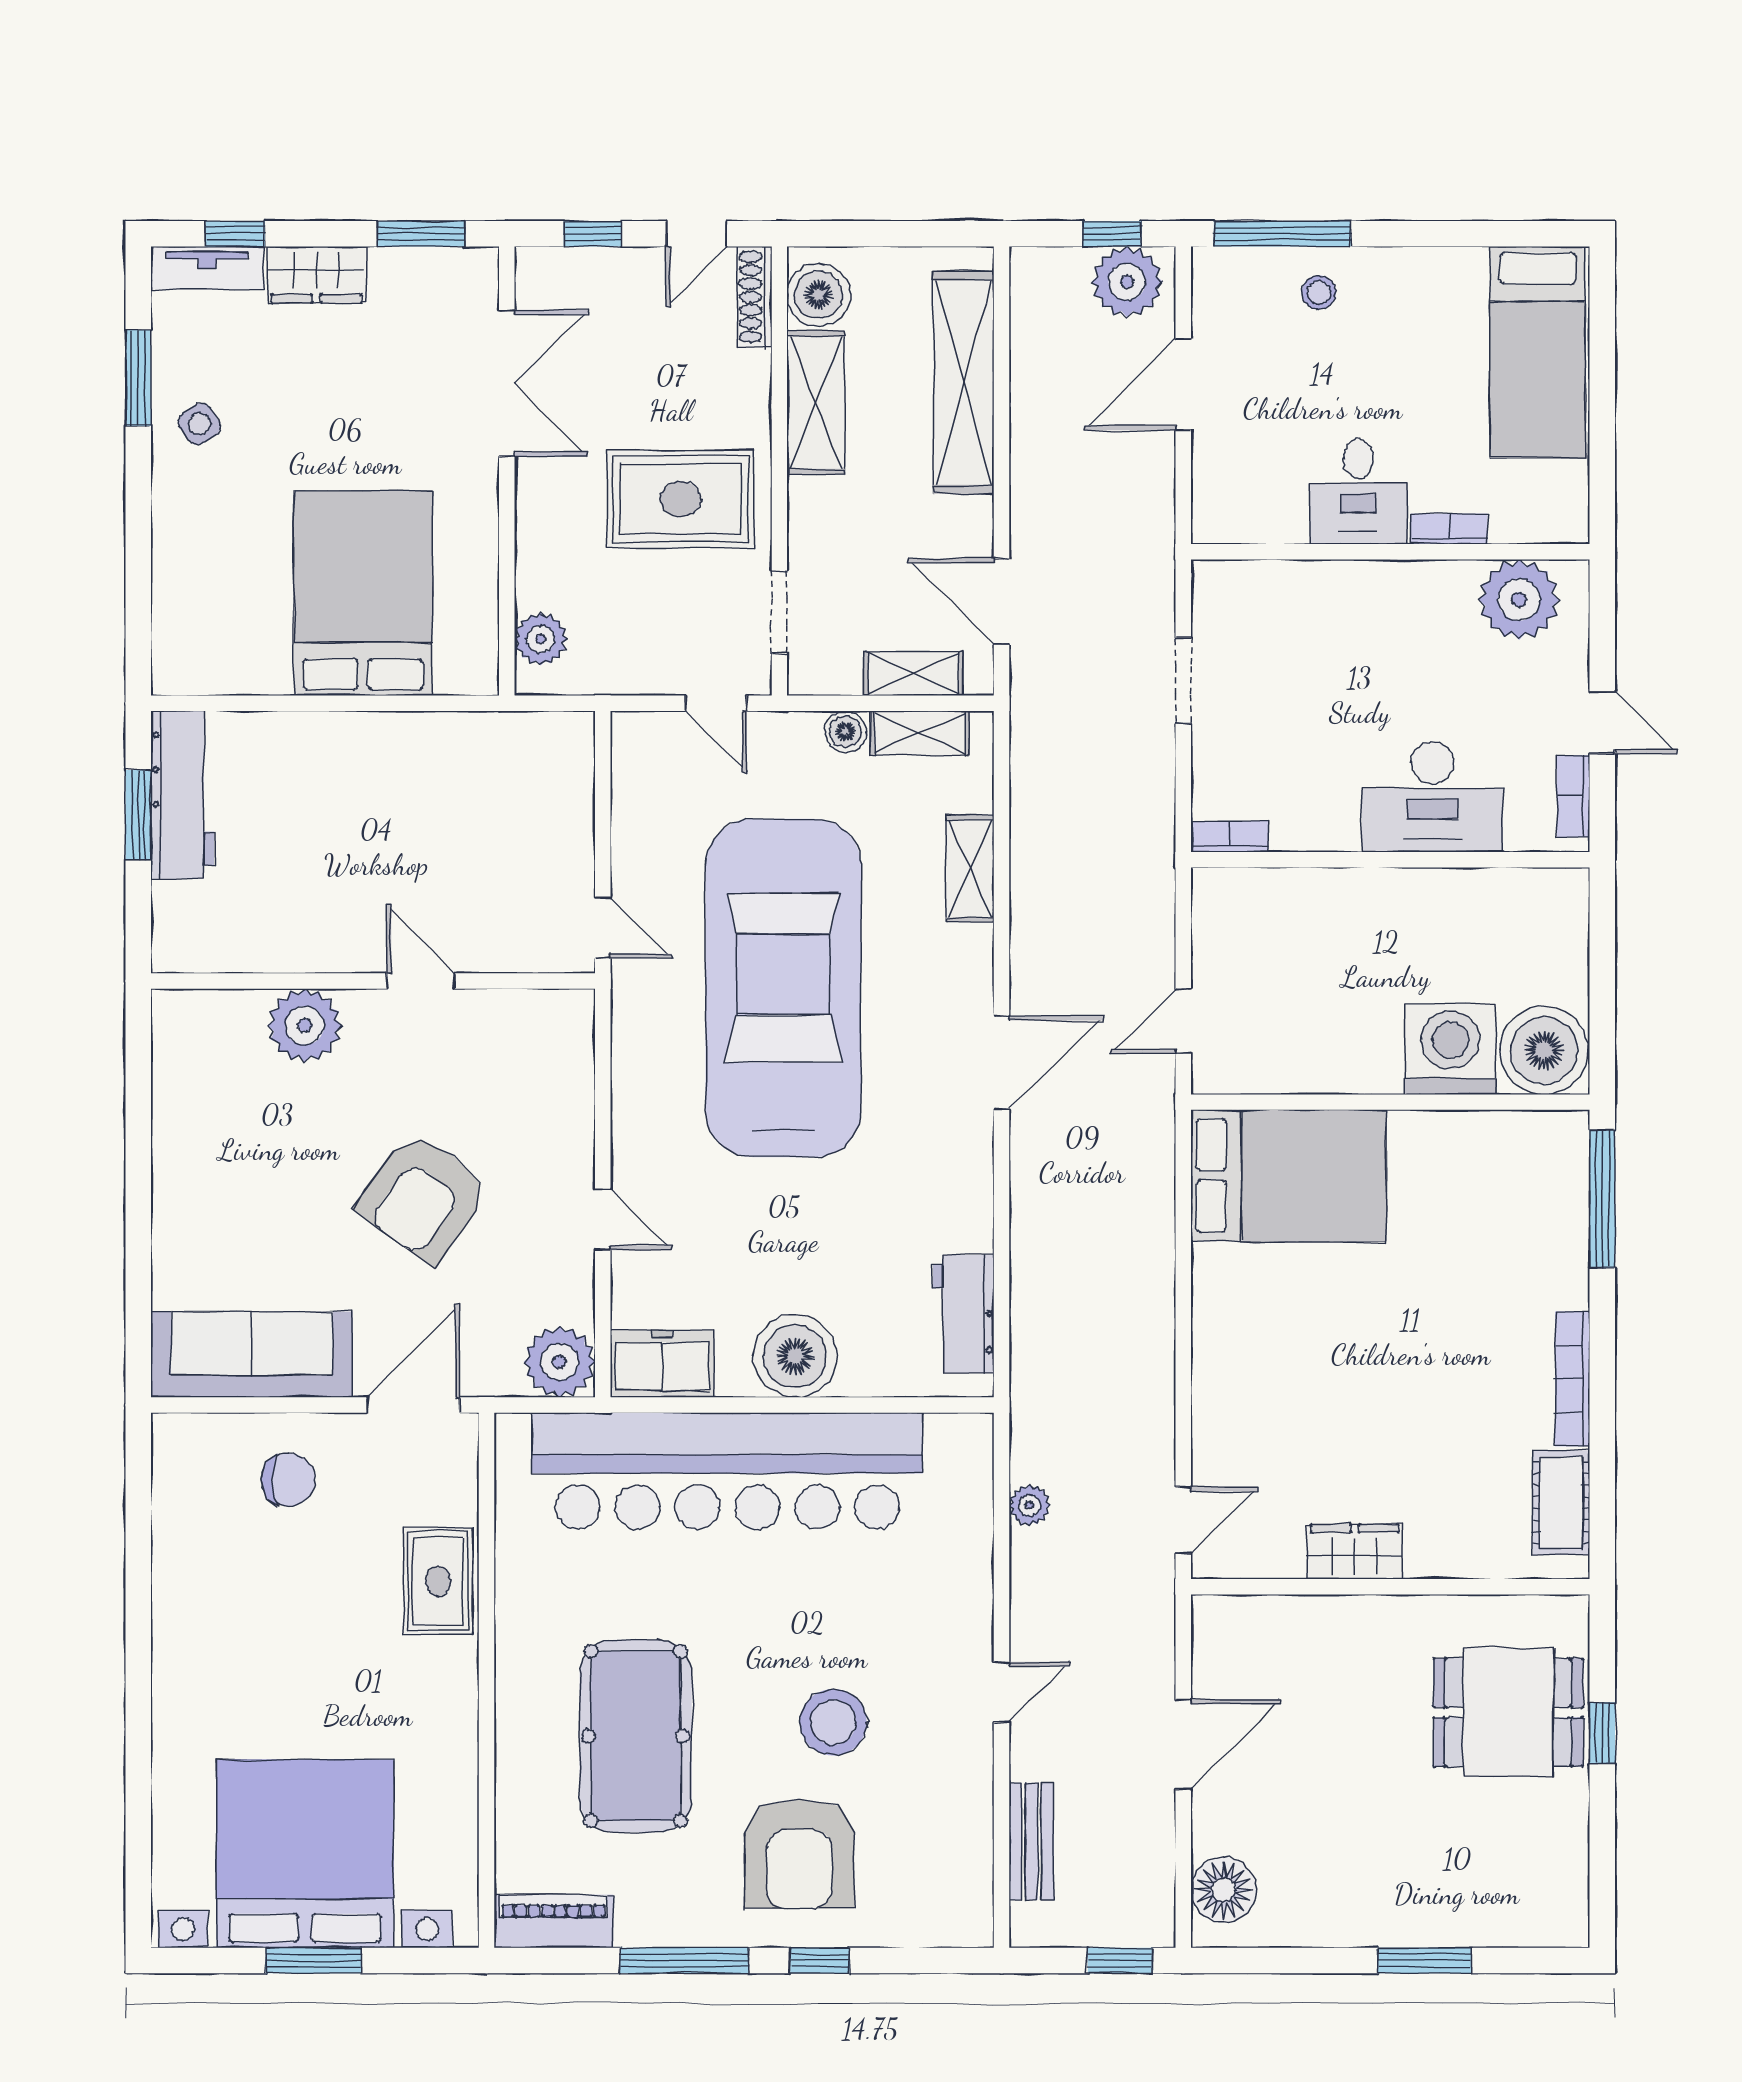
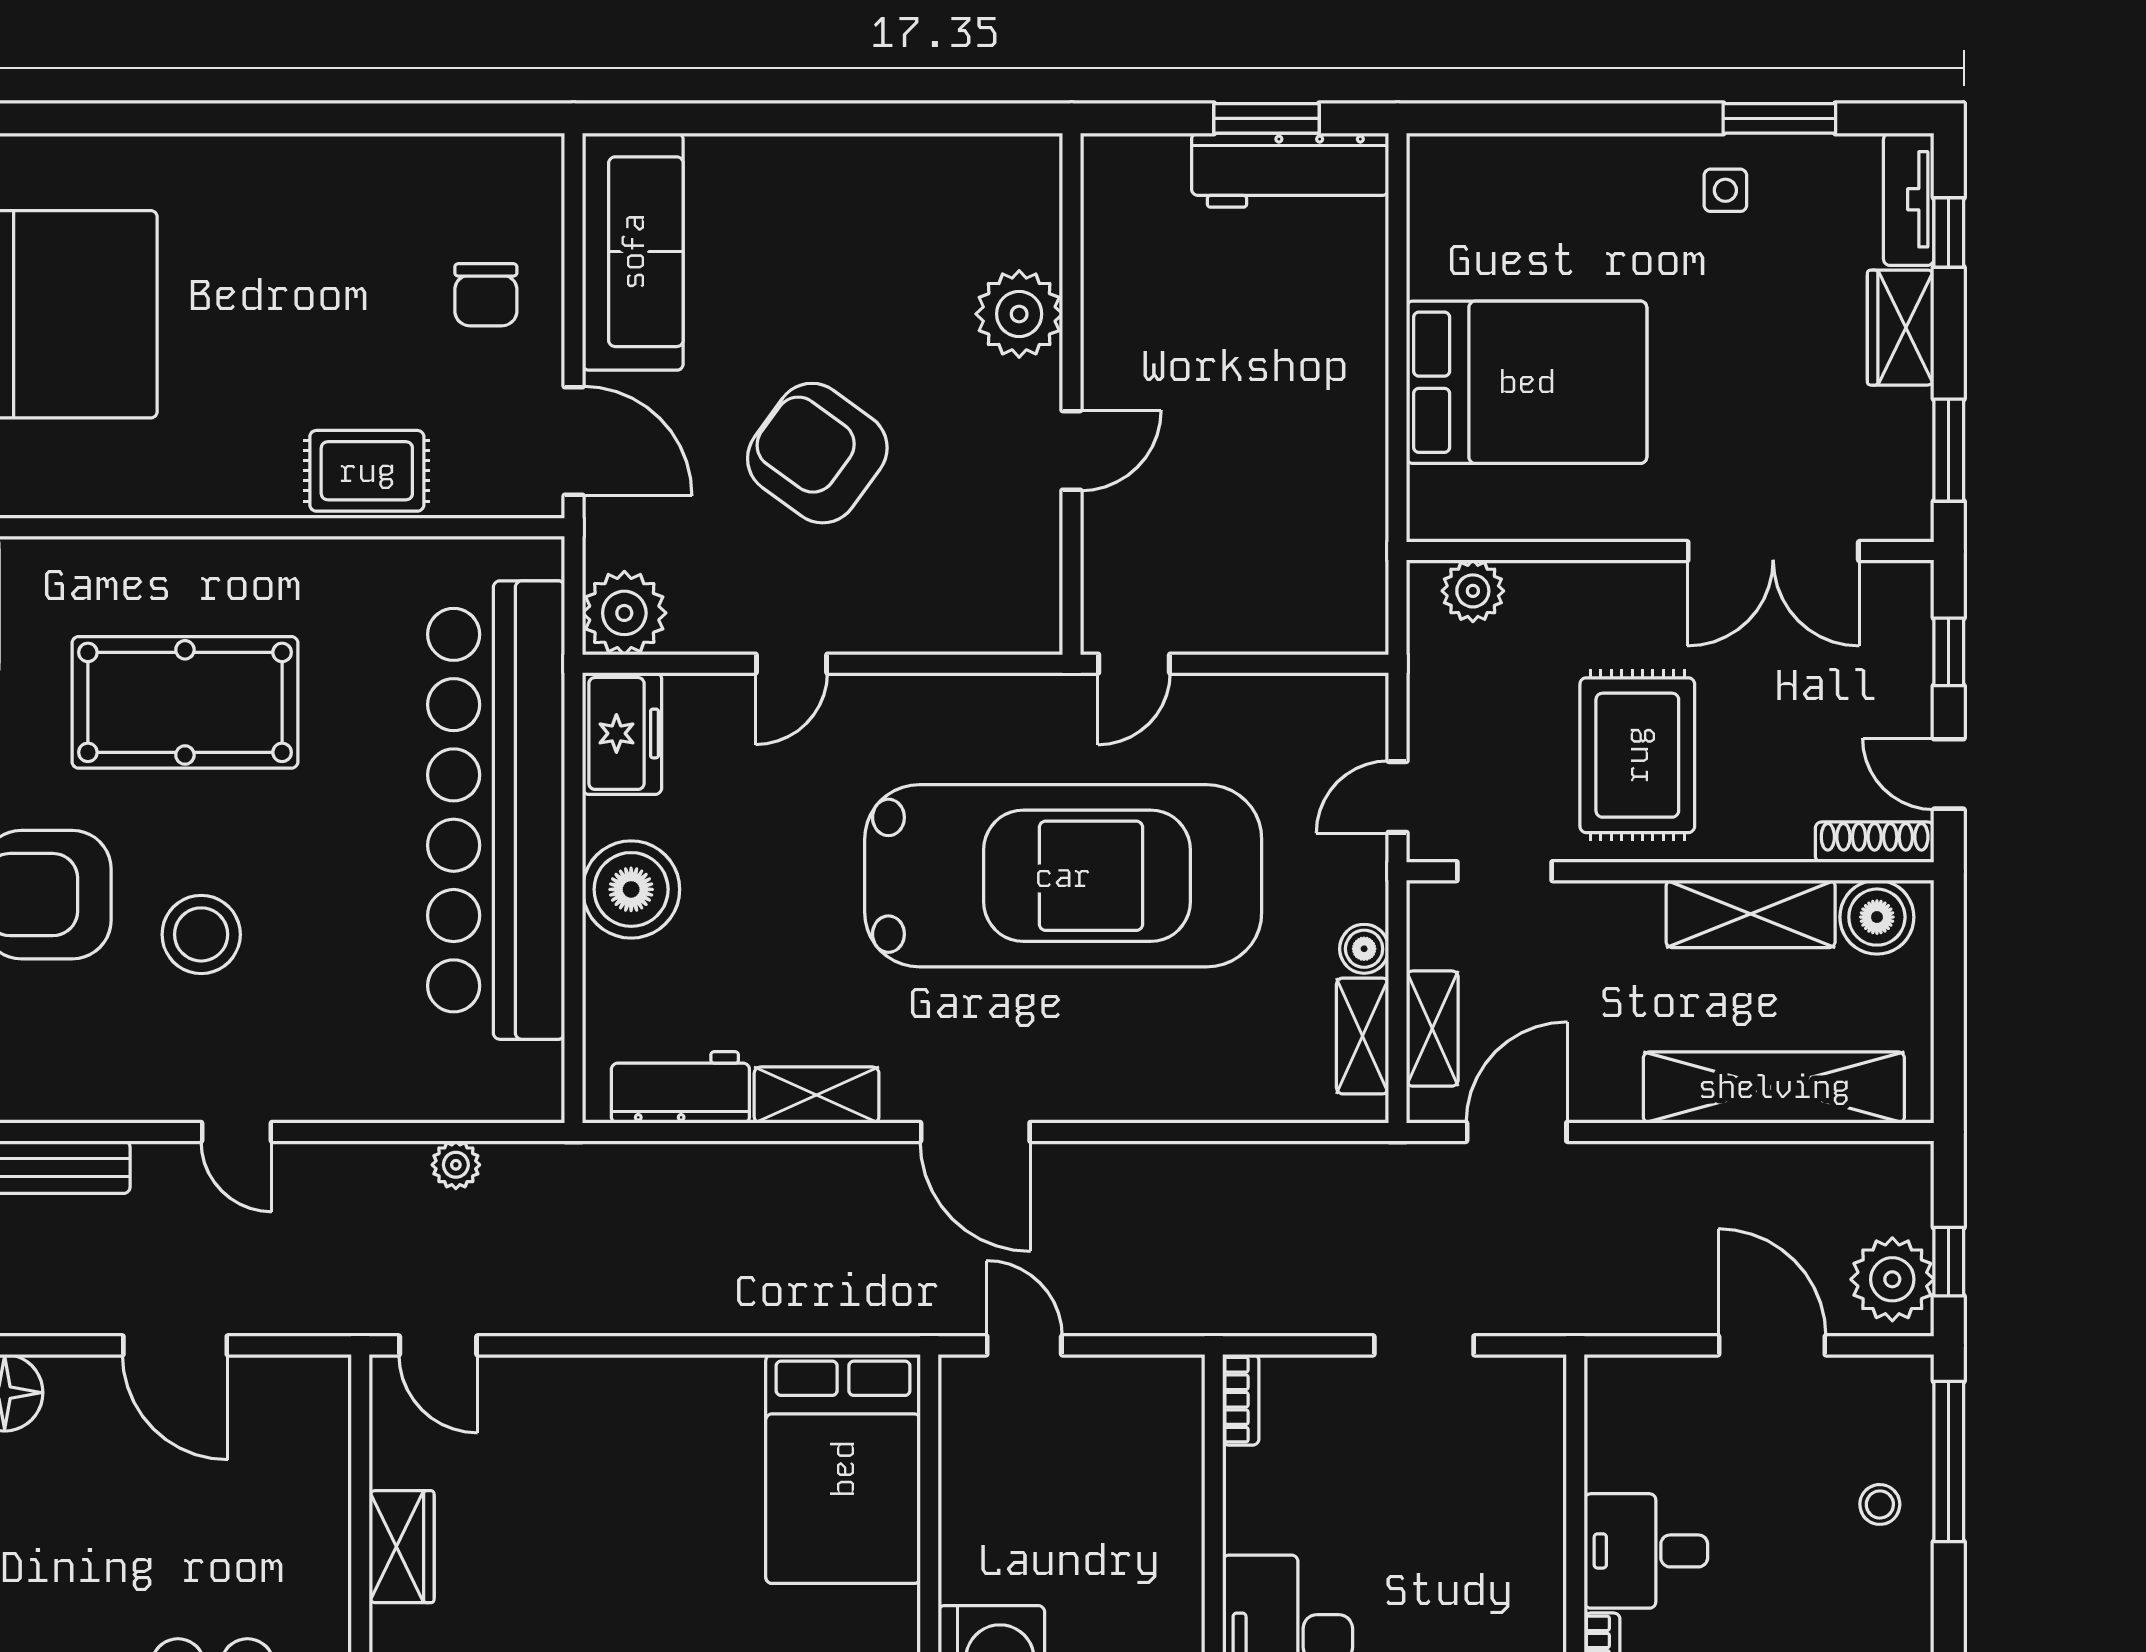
side table: (199, 424) -> (1725, 190), turned 34
shelving: (970, 869) -> (817, 1095), moved

